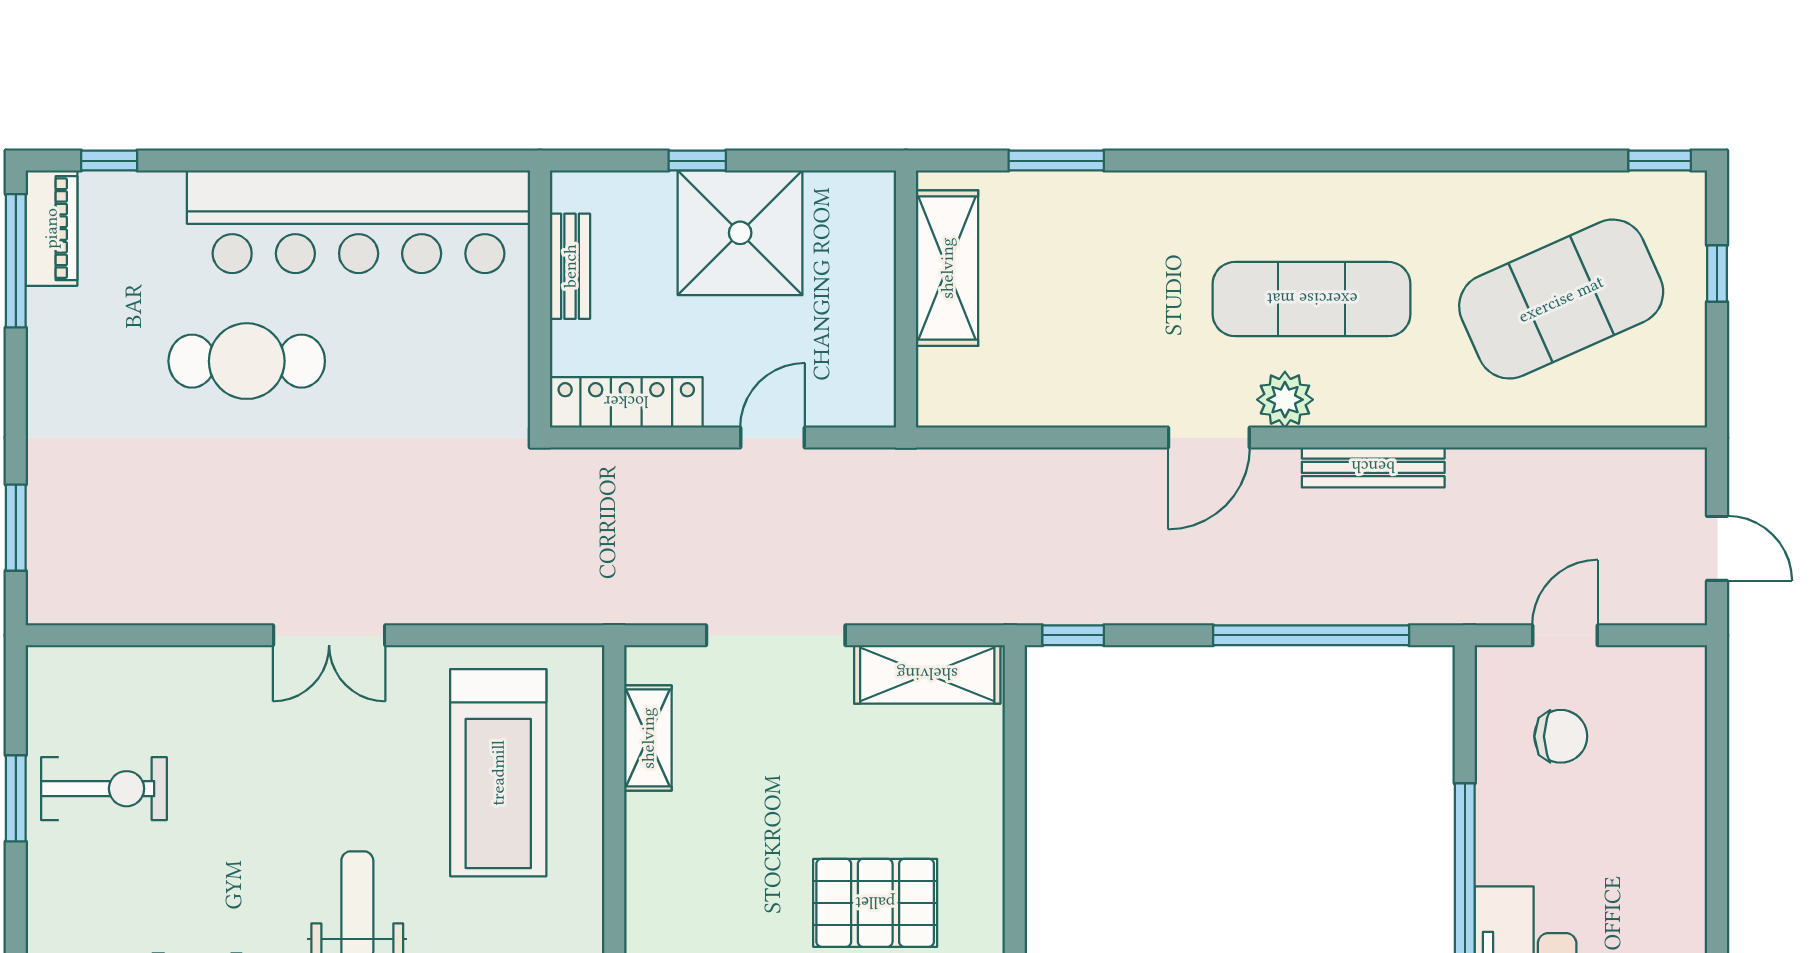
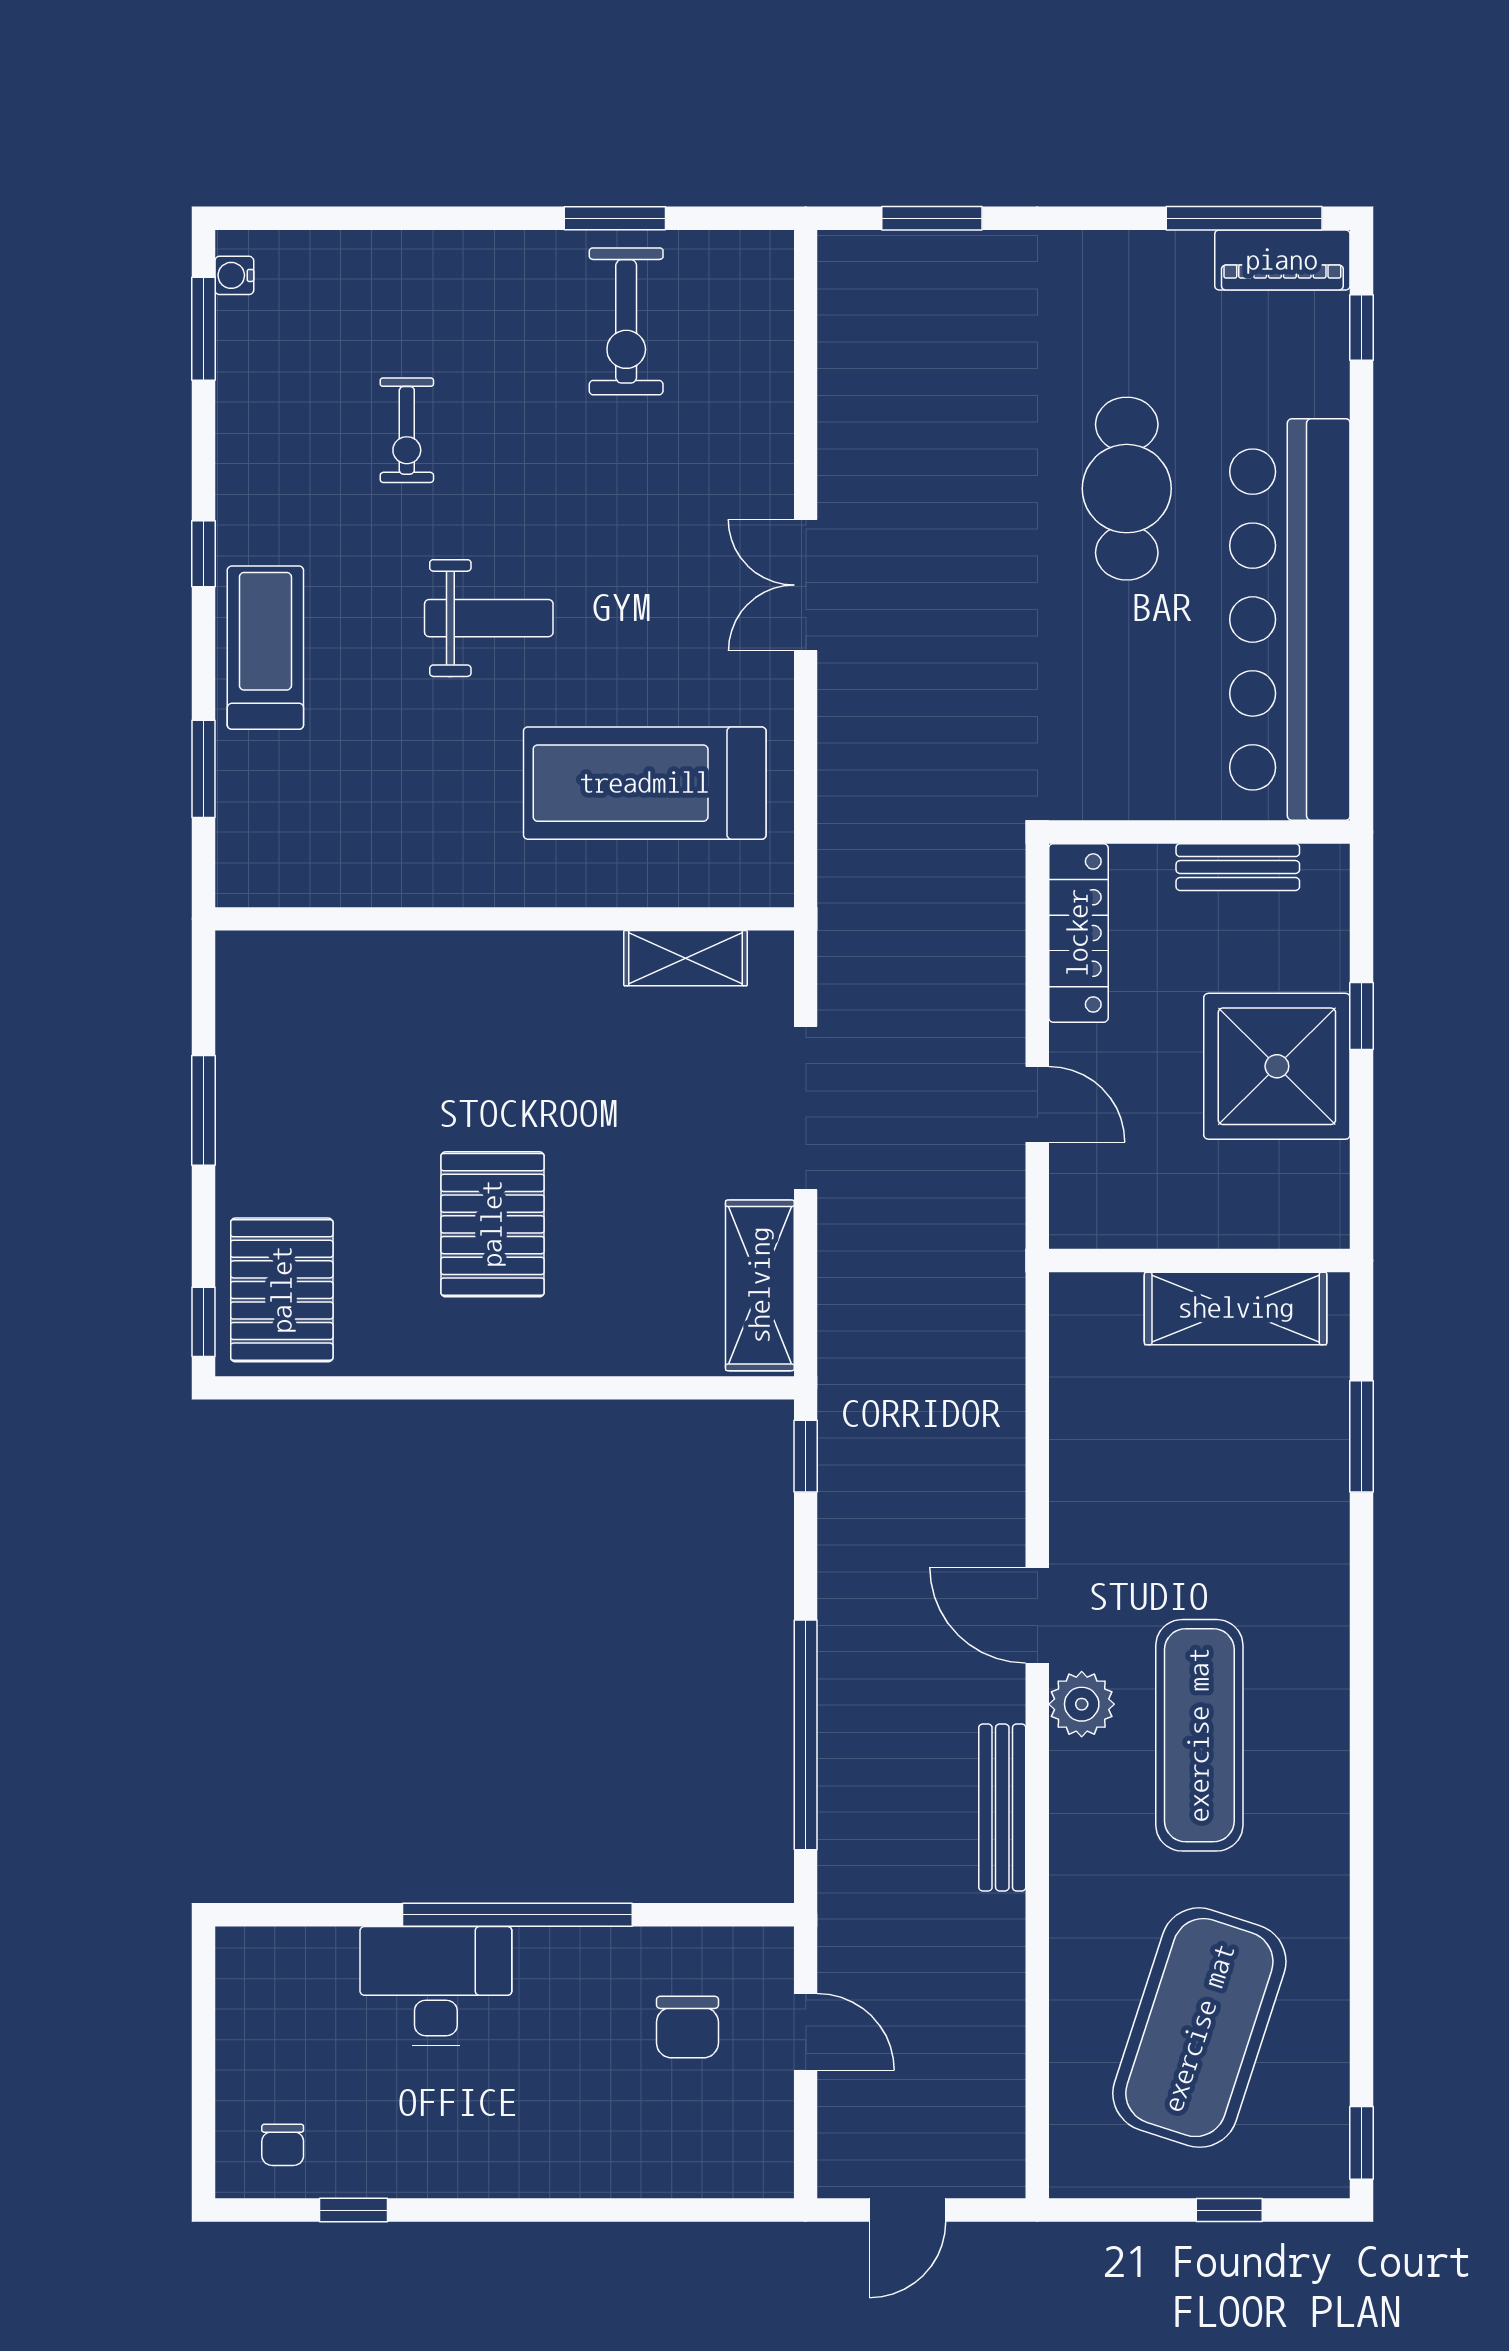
exercise mat: (1561, 299) -> (1199, 2028), turned 42

